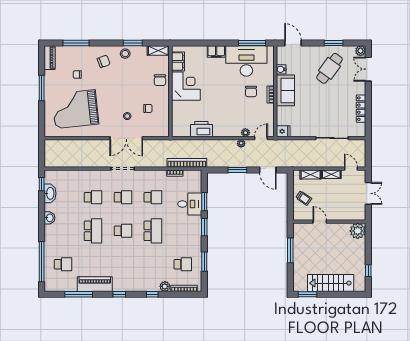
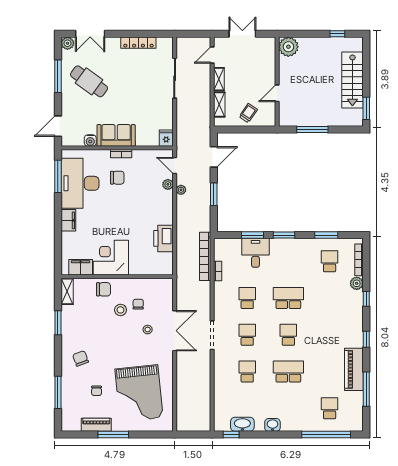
window: (334, 43) -> (58, 76), width x1.44
stool: (125, 54) -> (120, 310), moved
piano: (50, 58) -> (96, 425), moved

